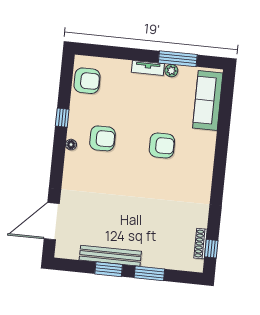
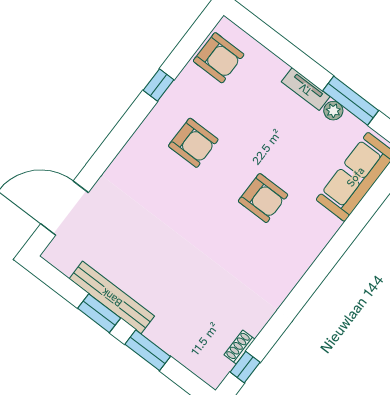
floor lamp: (71, 145) -> (149, 126), removed
shoe rack: (200, 244) -> (239, 347), width x0.70

